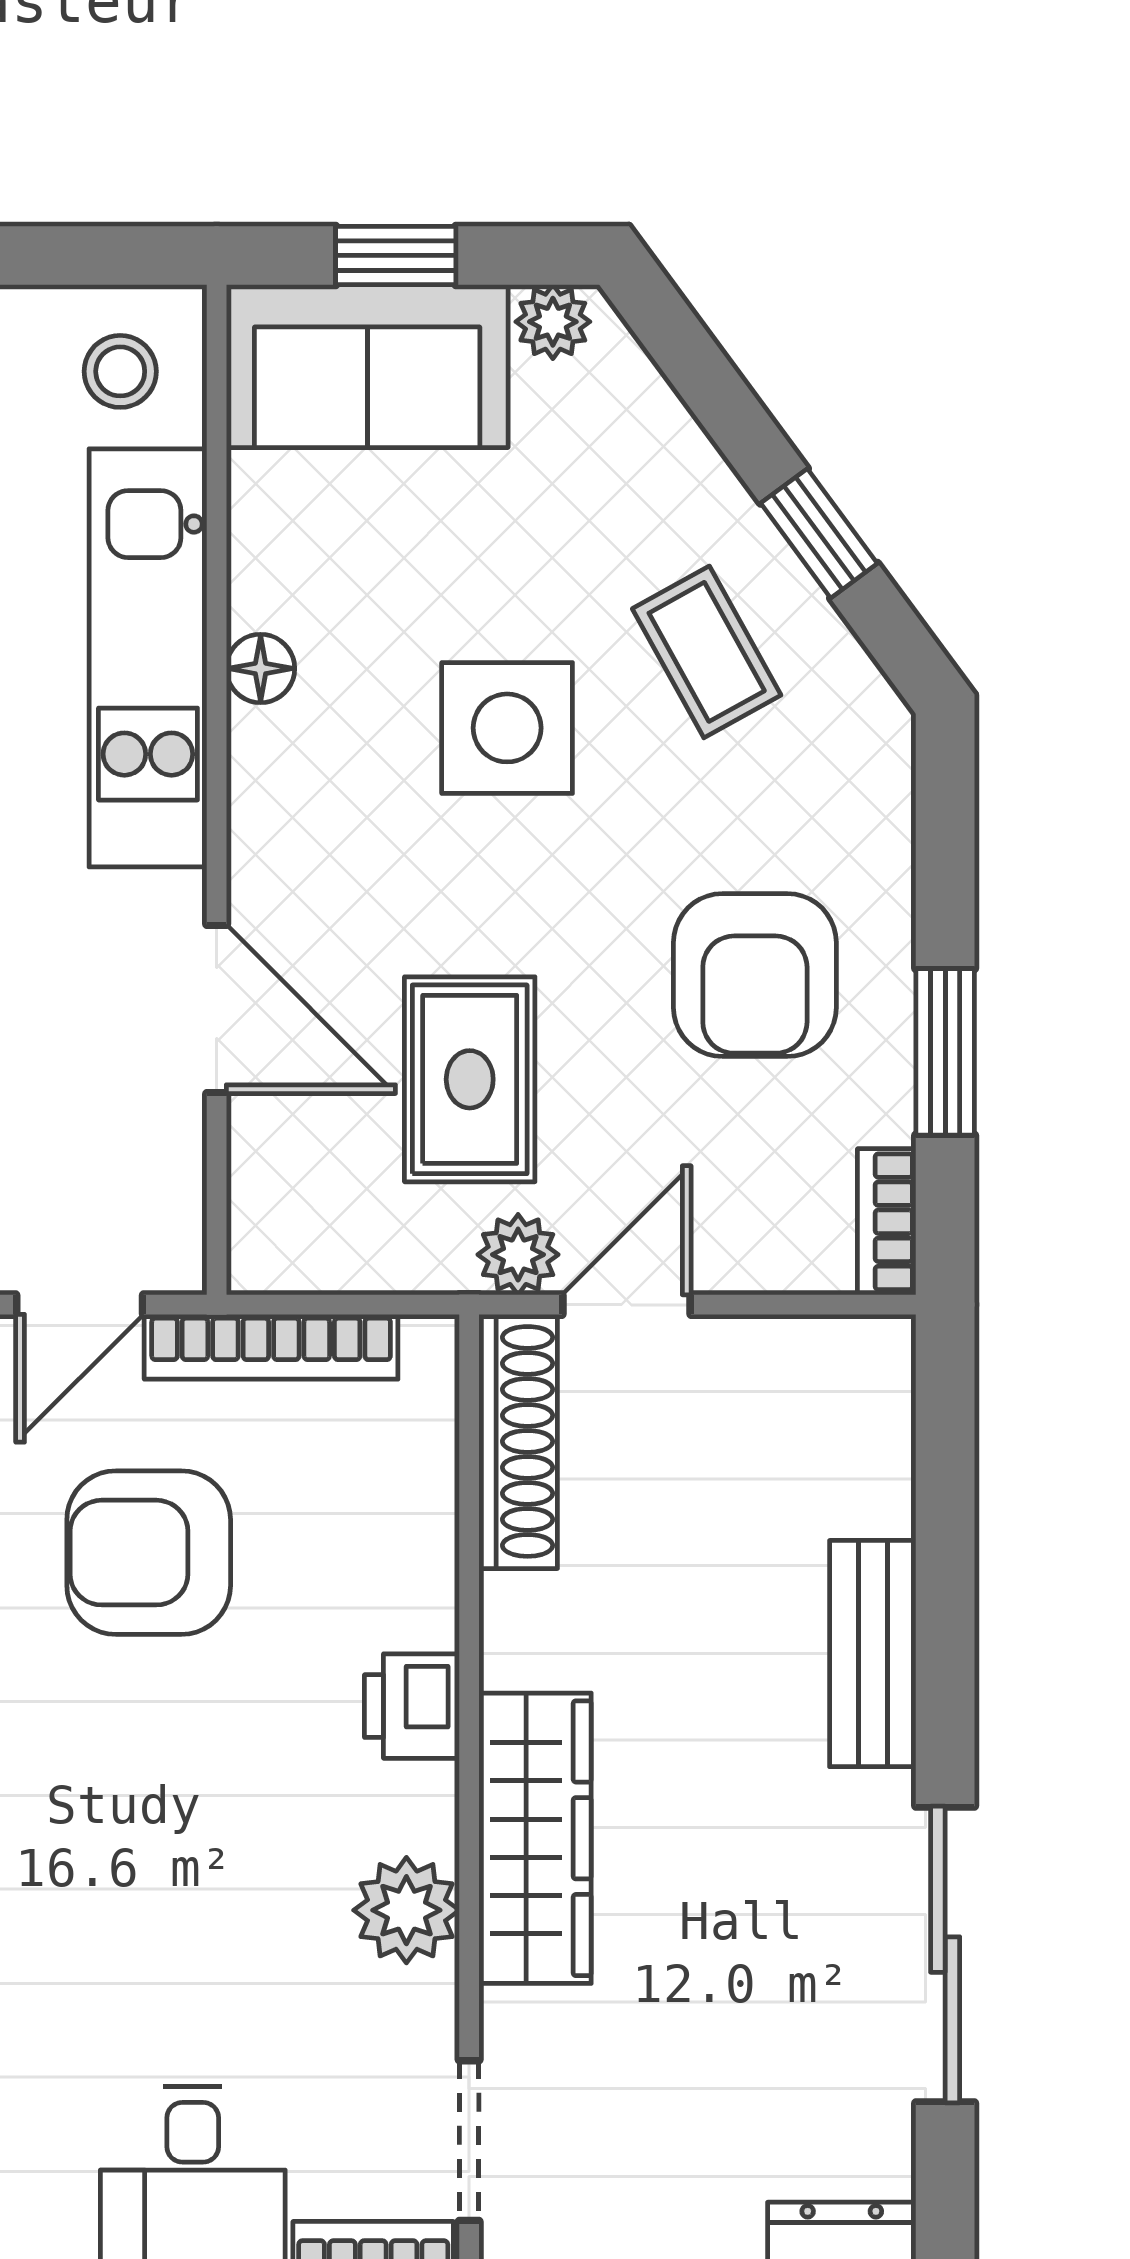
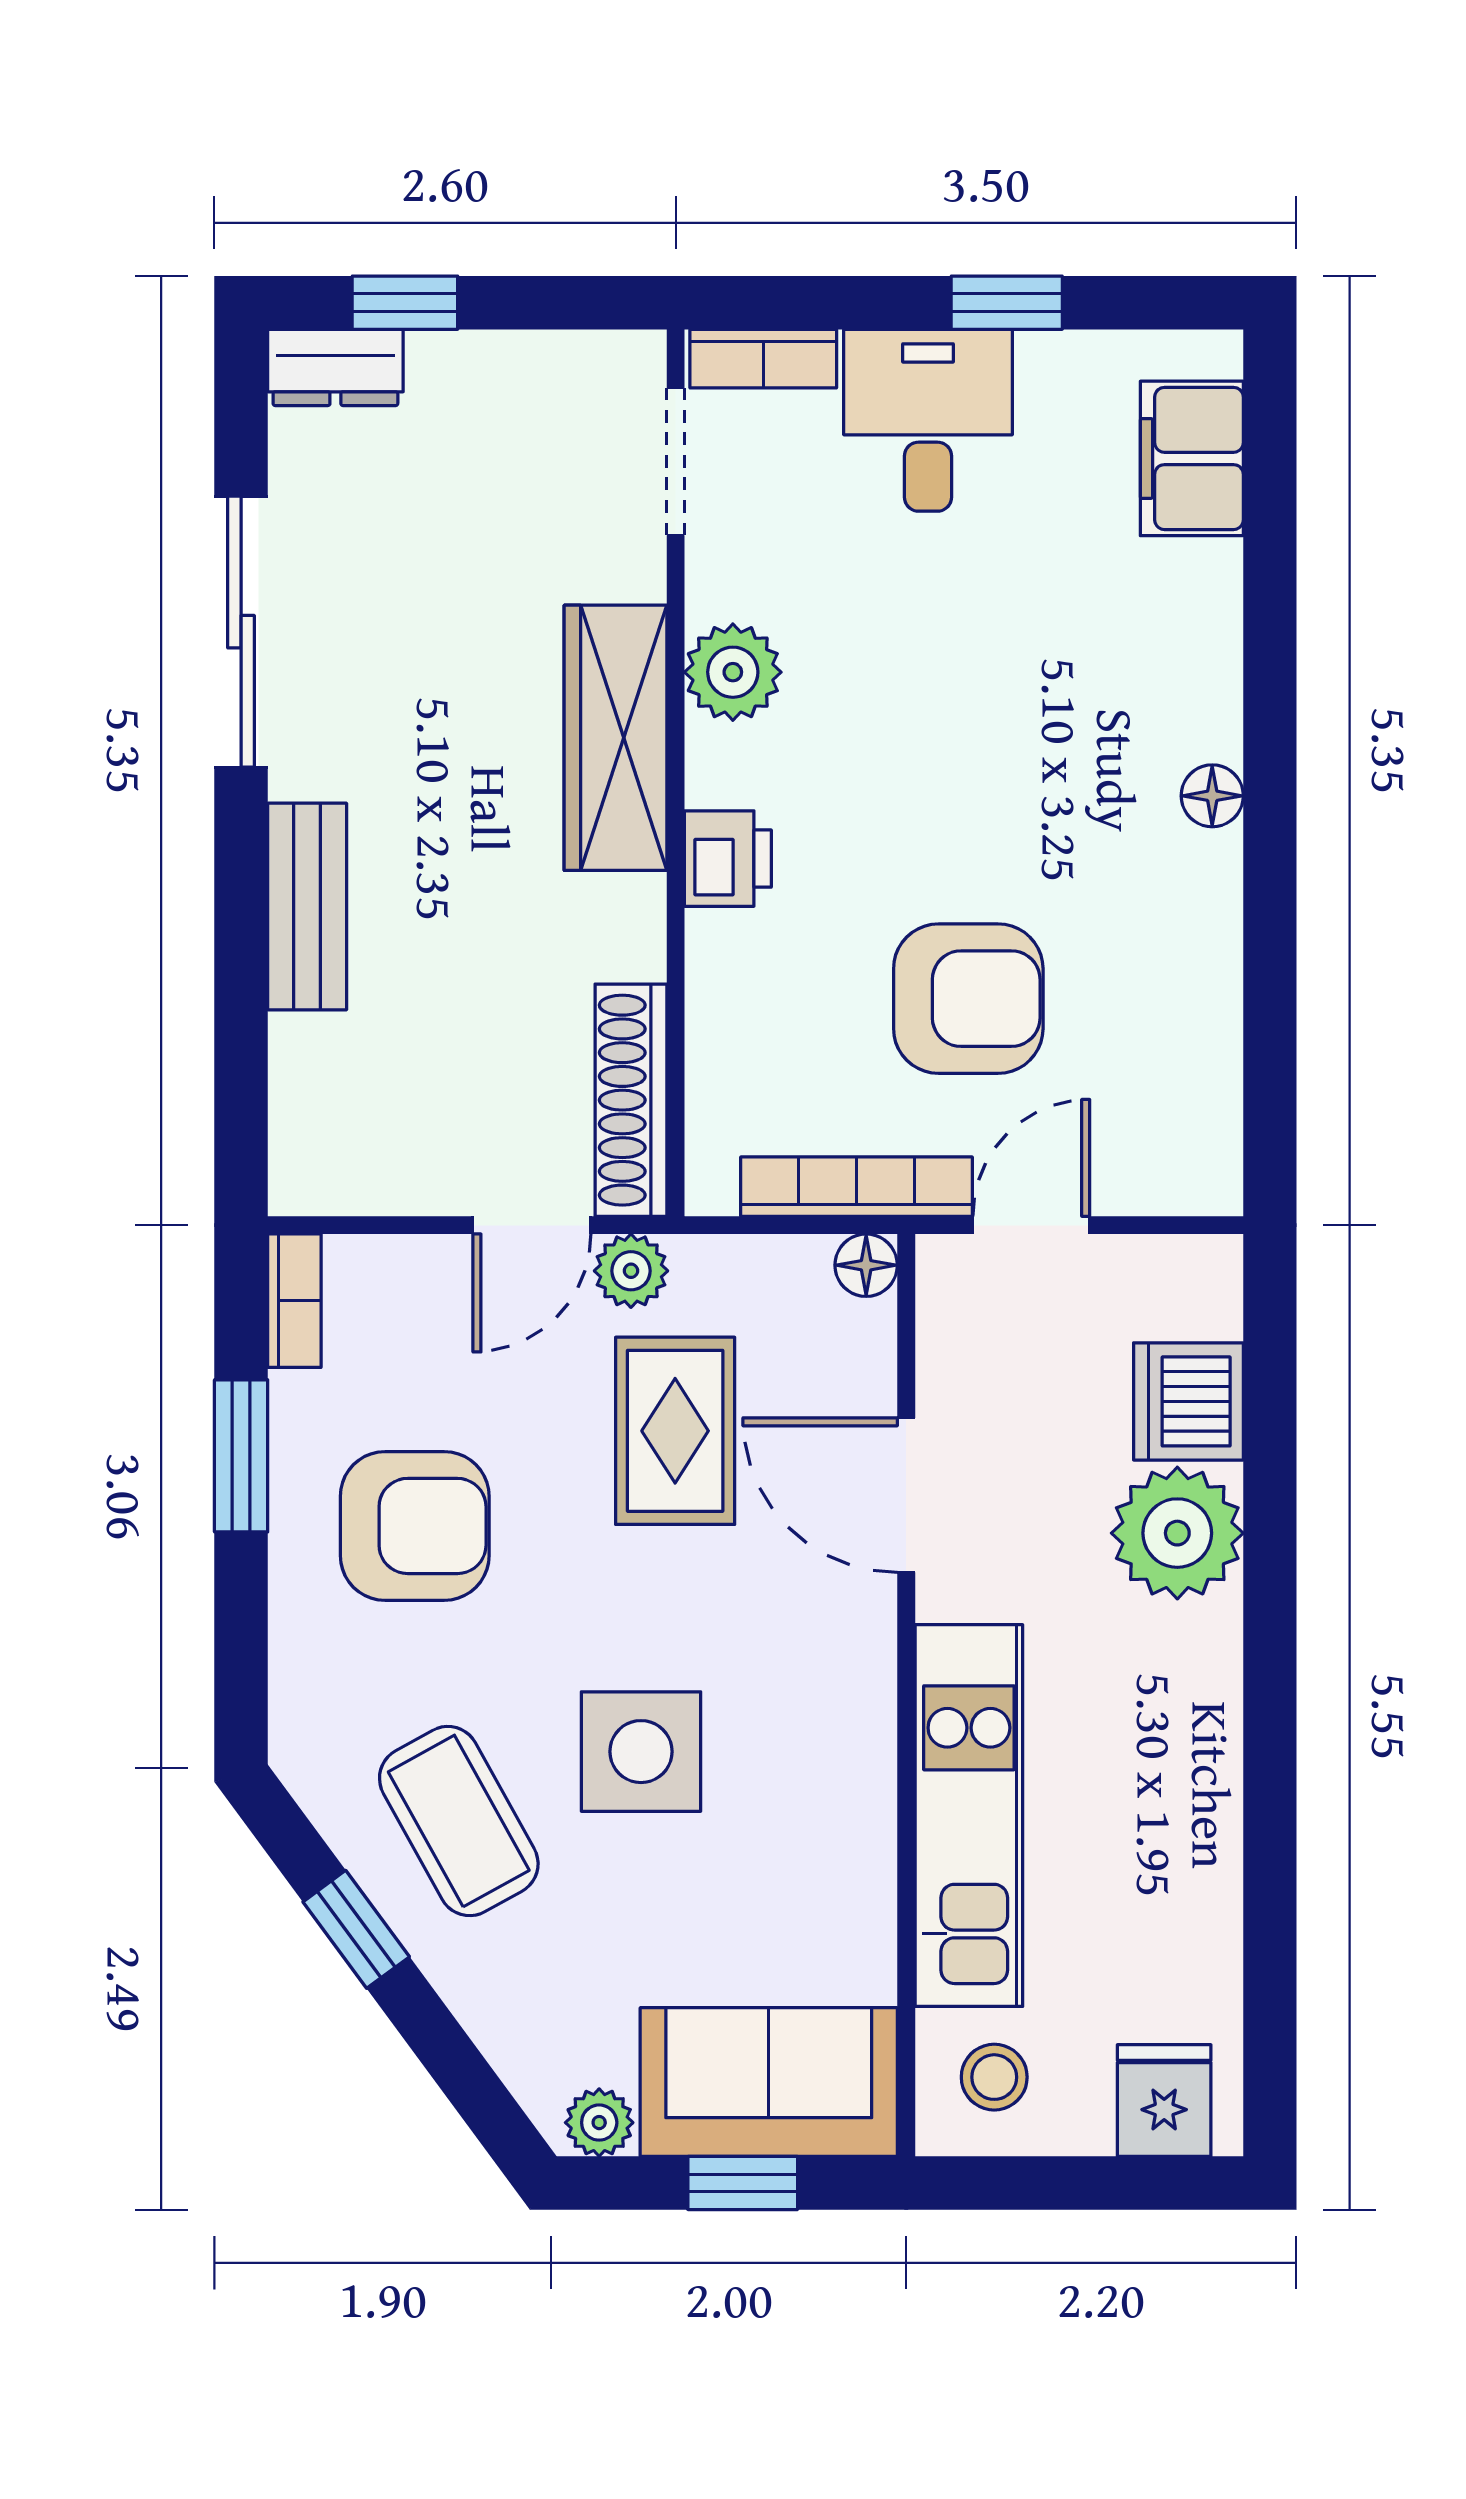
coffee table: (707, 652) -> (459, 1821), width x1.36, depth x1.30
floor lamp: (261, 668) -> (866, 1265), moved
armchair: (755, 975) -> (415, 1526), turned 90

